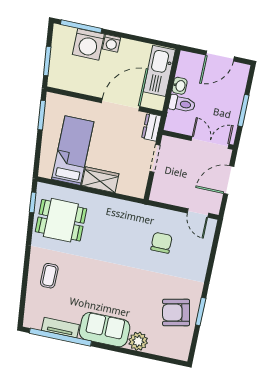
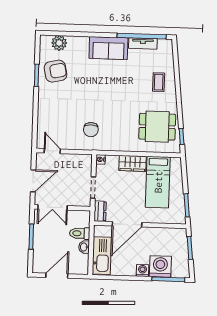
nightstand: (139, 192) -> (101, 159), added
chair: (161, 243) -> (91, 130), moved
plant: (138, 341) -> (59, 43), moved

